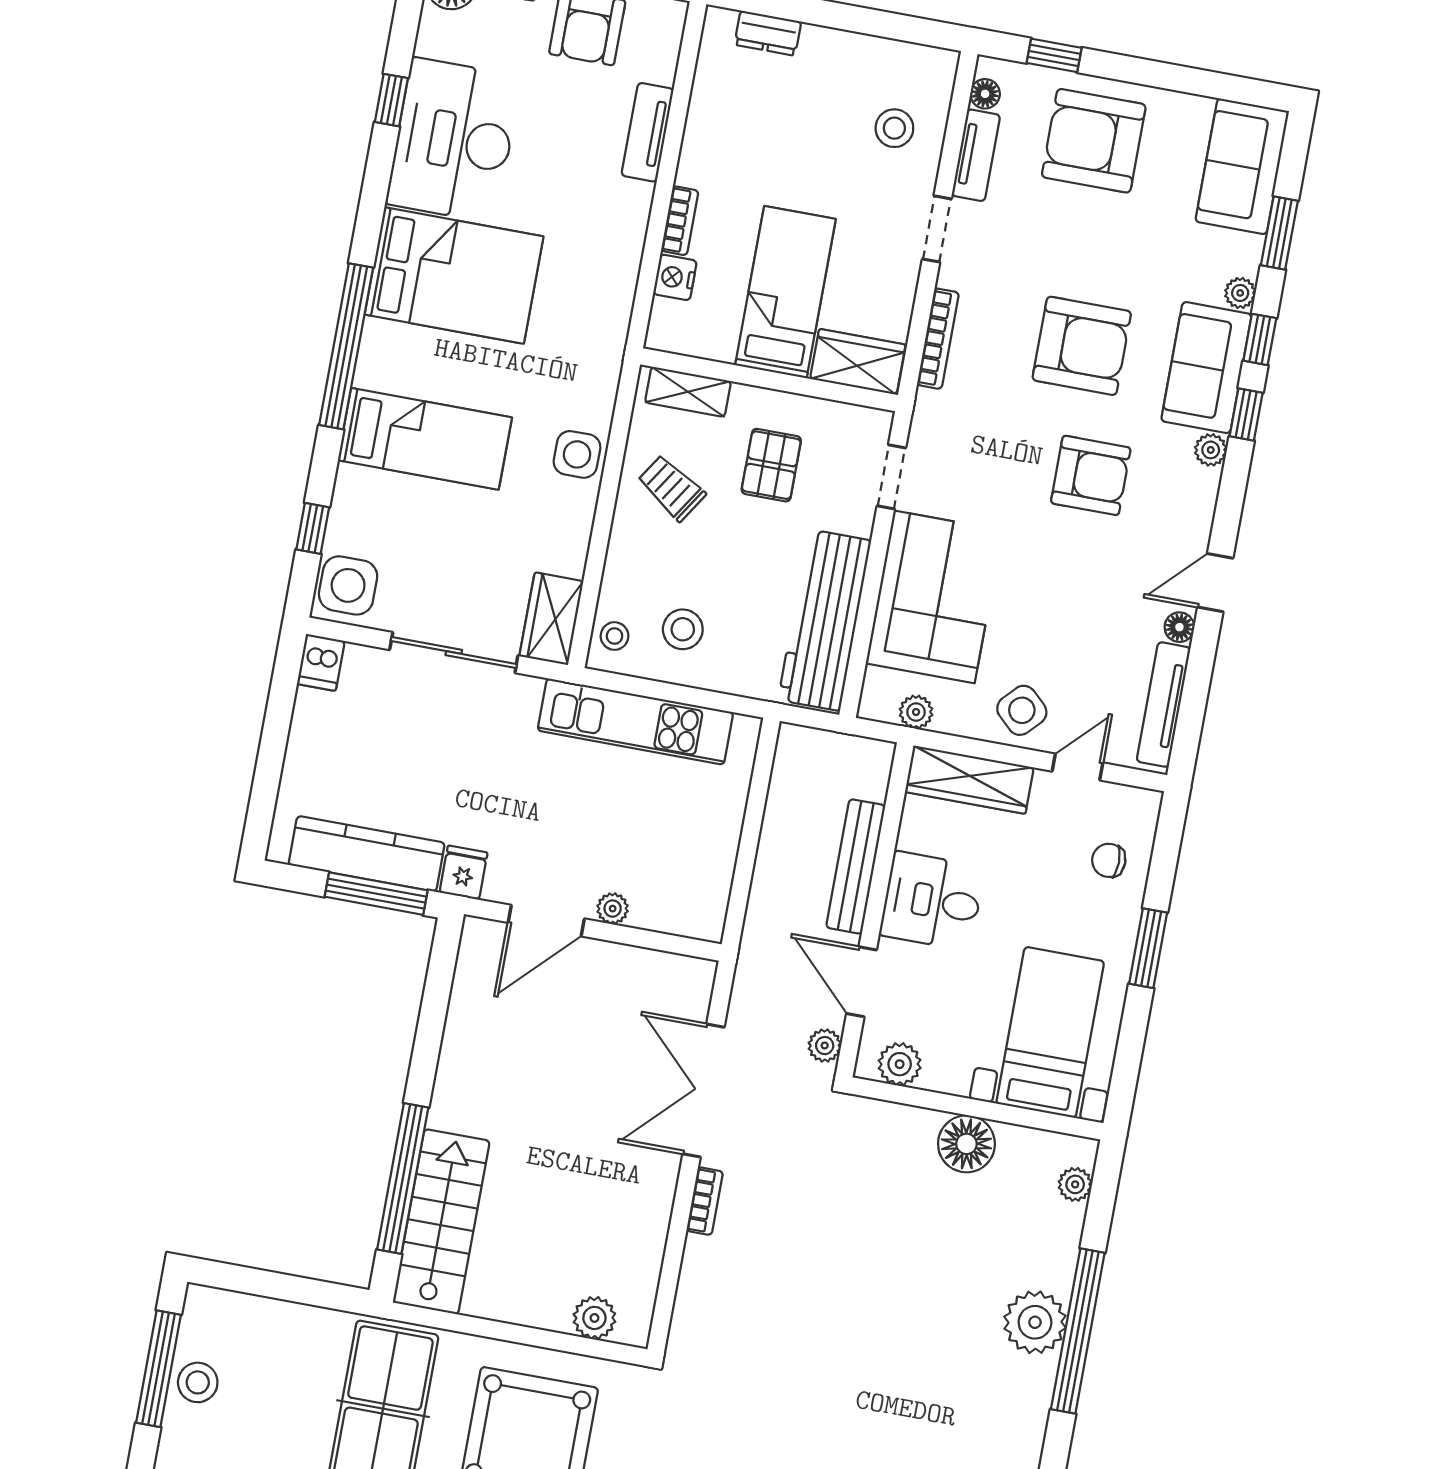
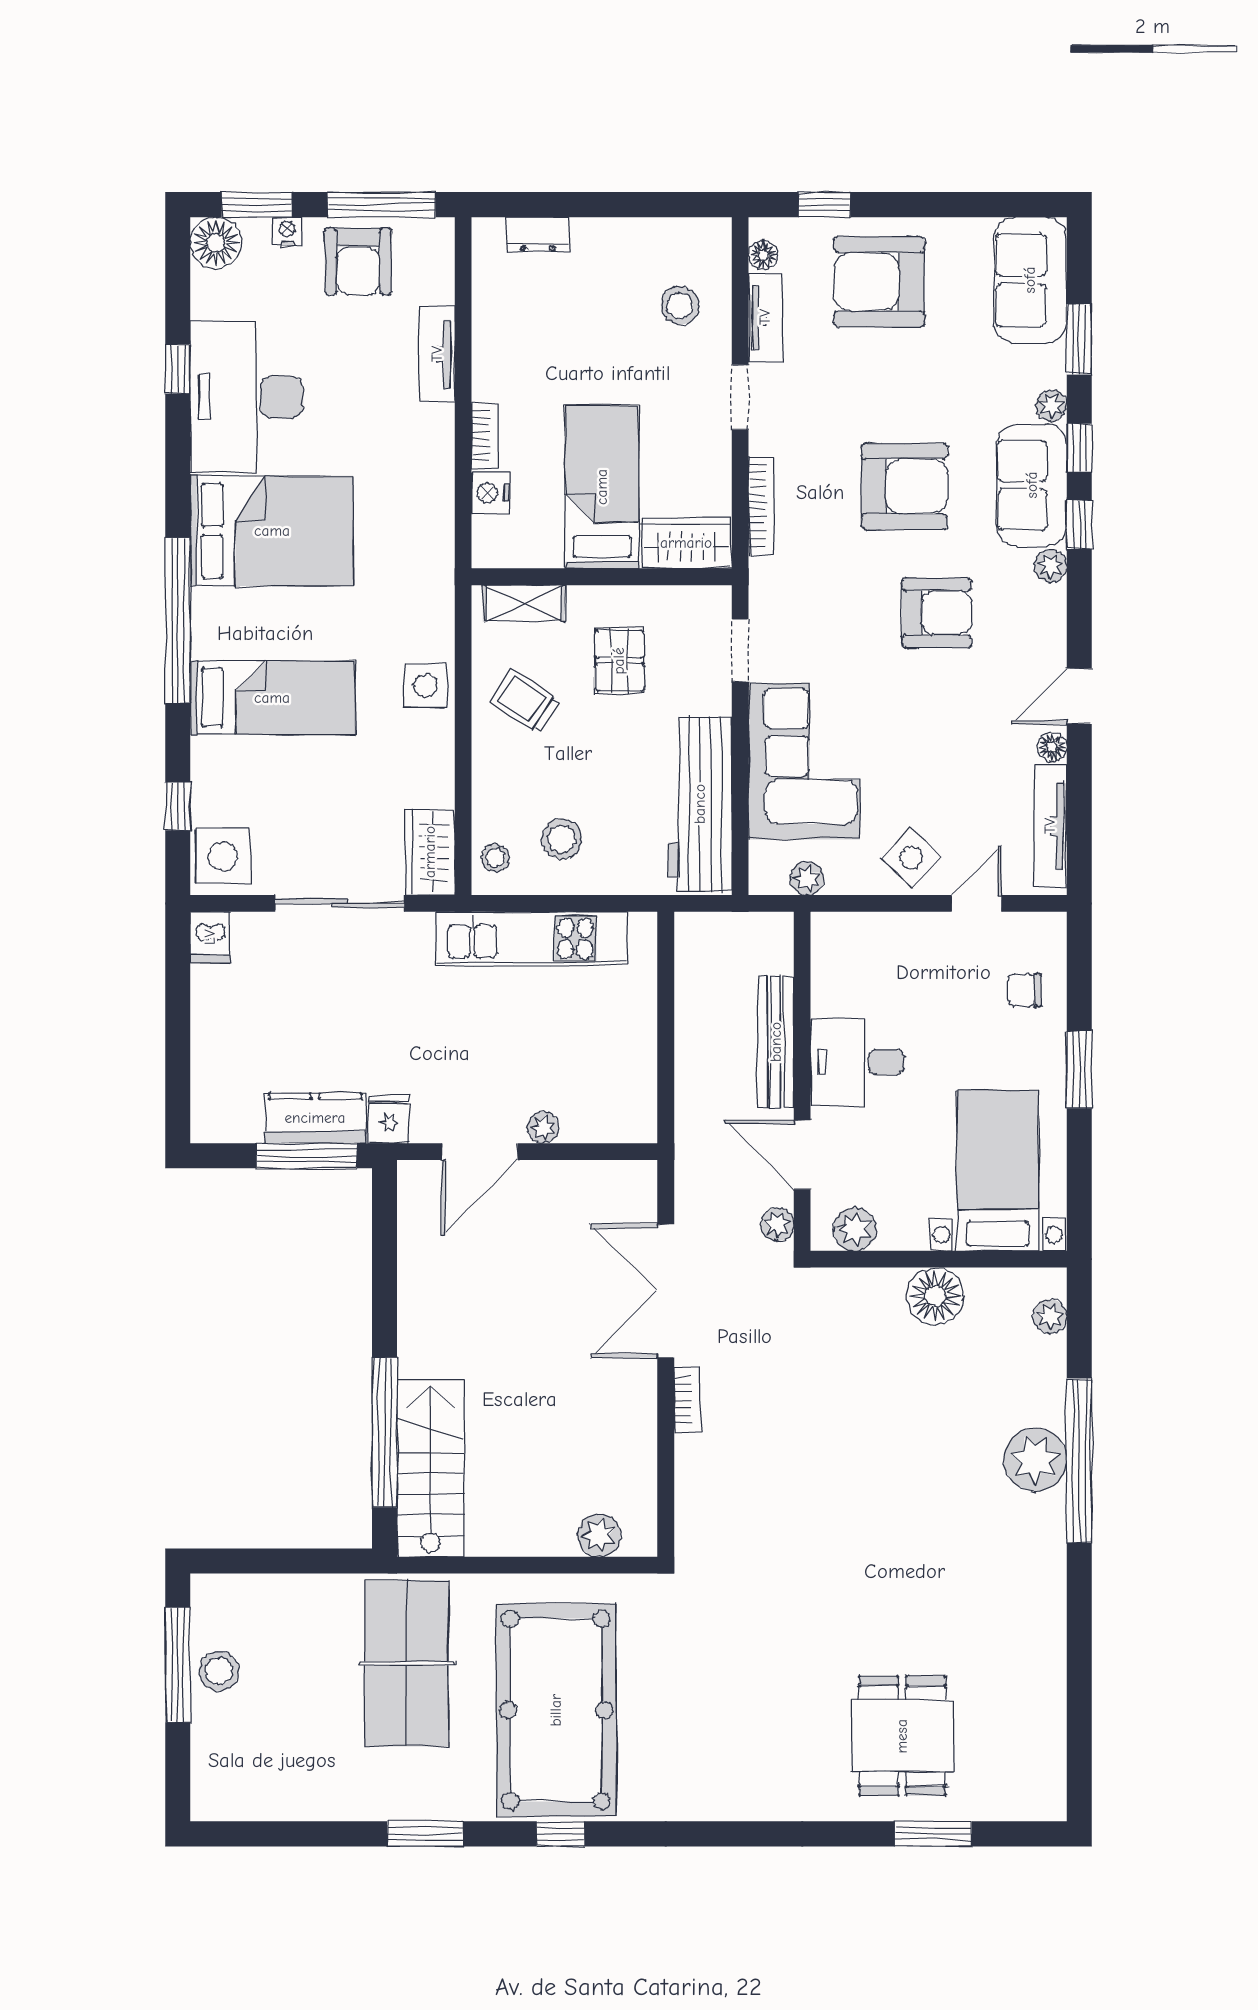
wardrobe: (969, 780) -> (872, 936), removed
kitchen counter: (367, 854) -> (315, 1118), width x0.67

